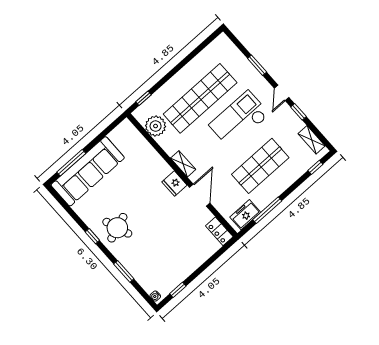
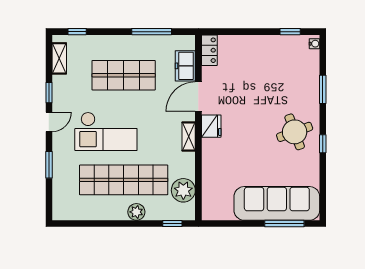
plant: (173, 85) -> (136, 212), added
freezer: (245, 215) -> (185, 66), moved, turned 90

